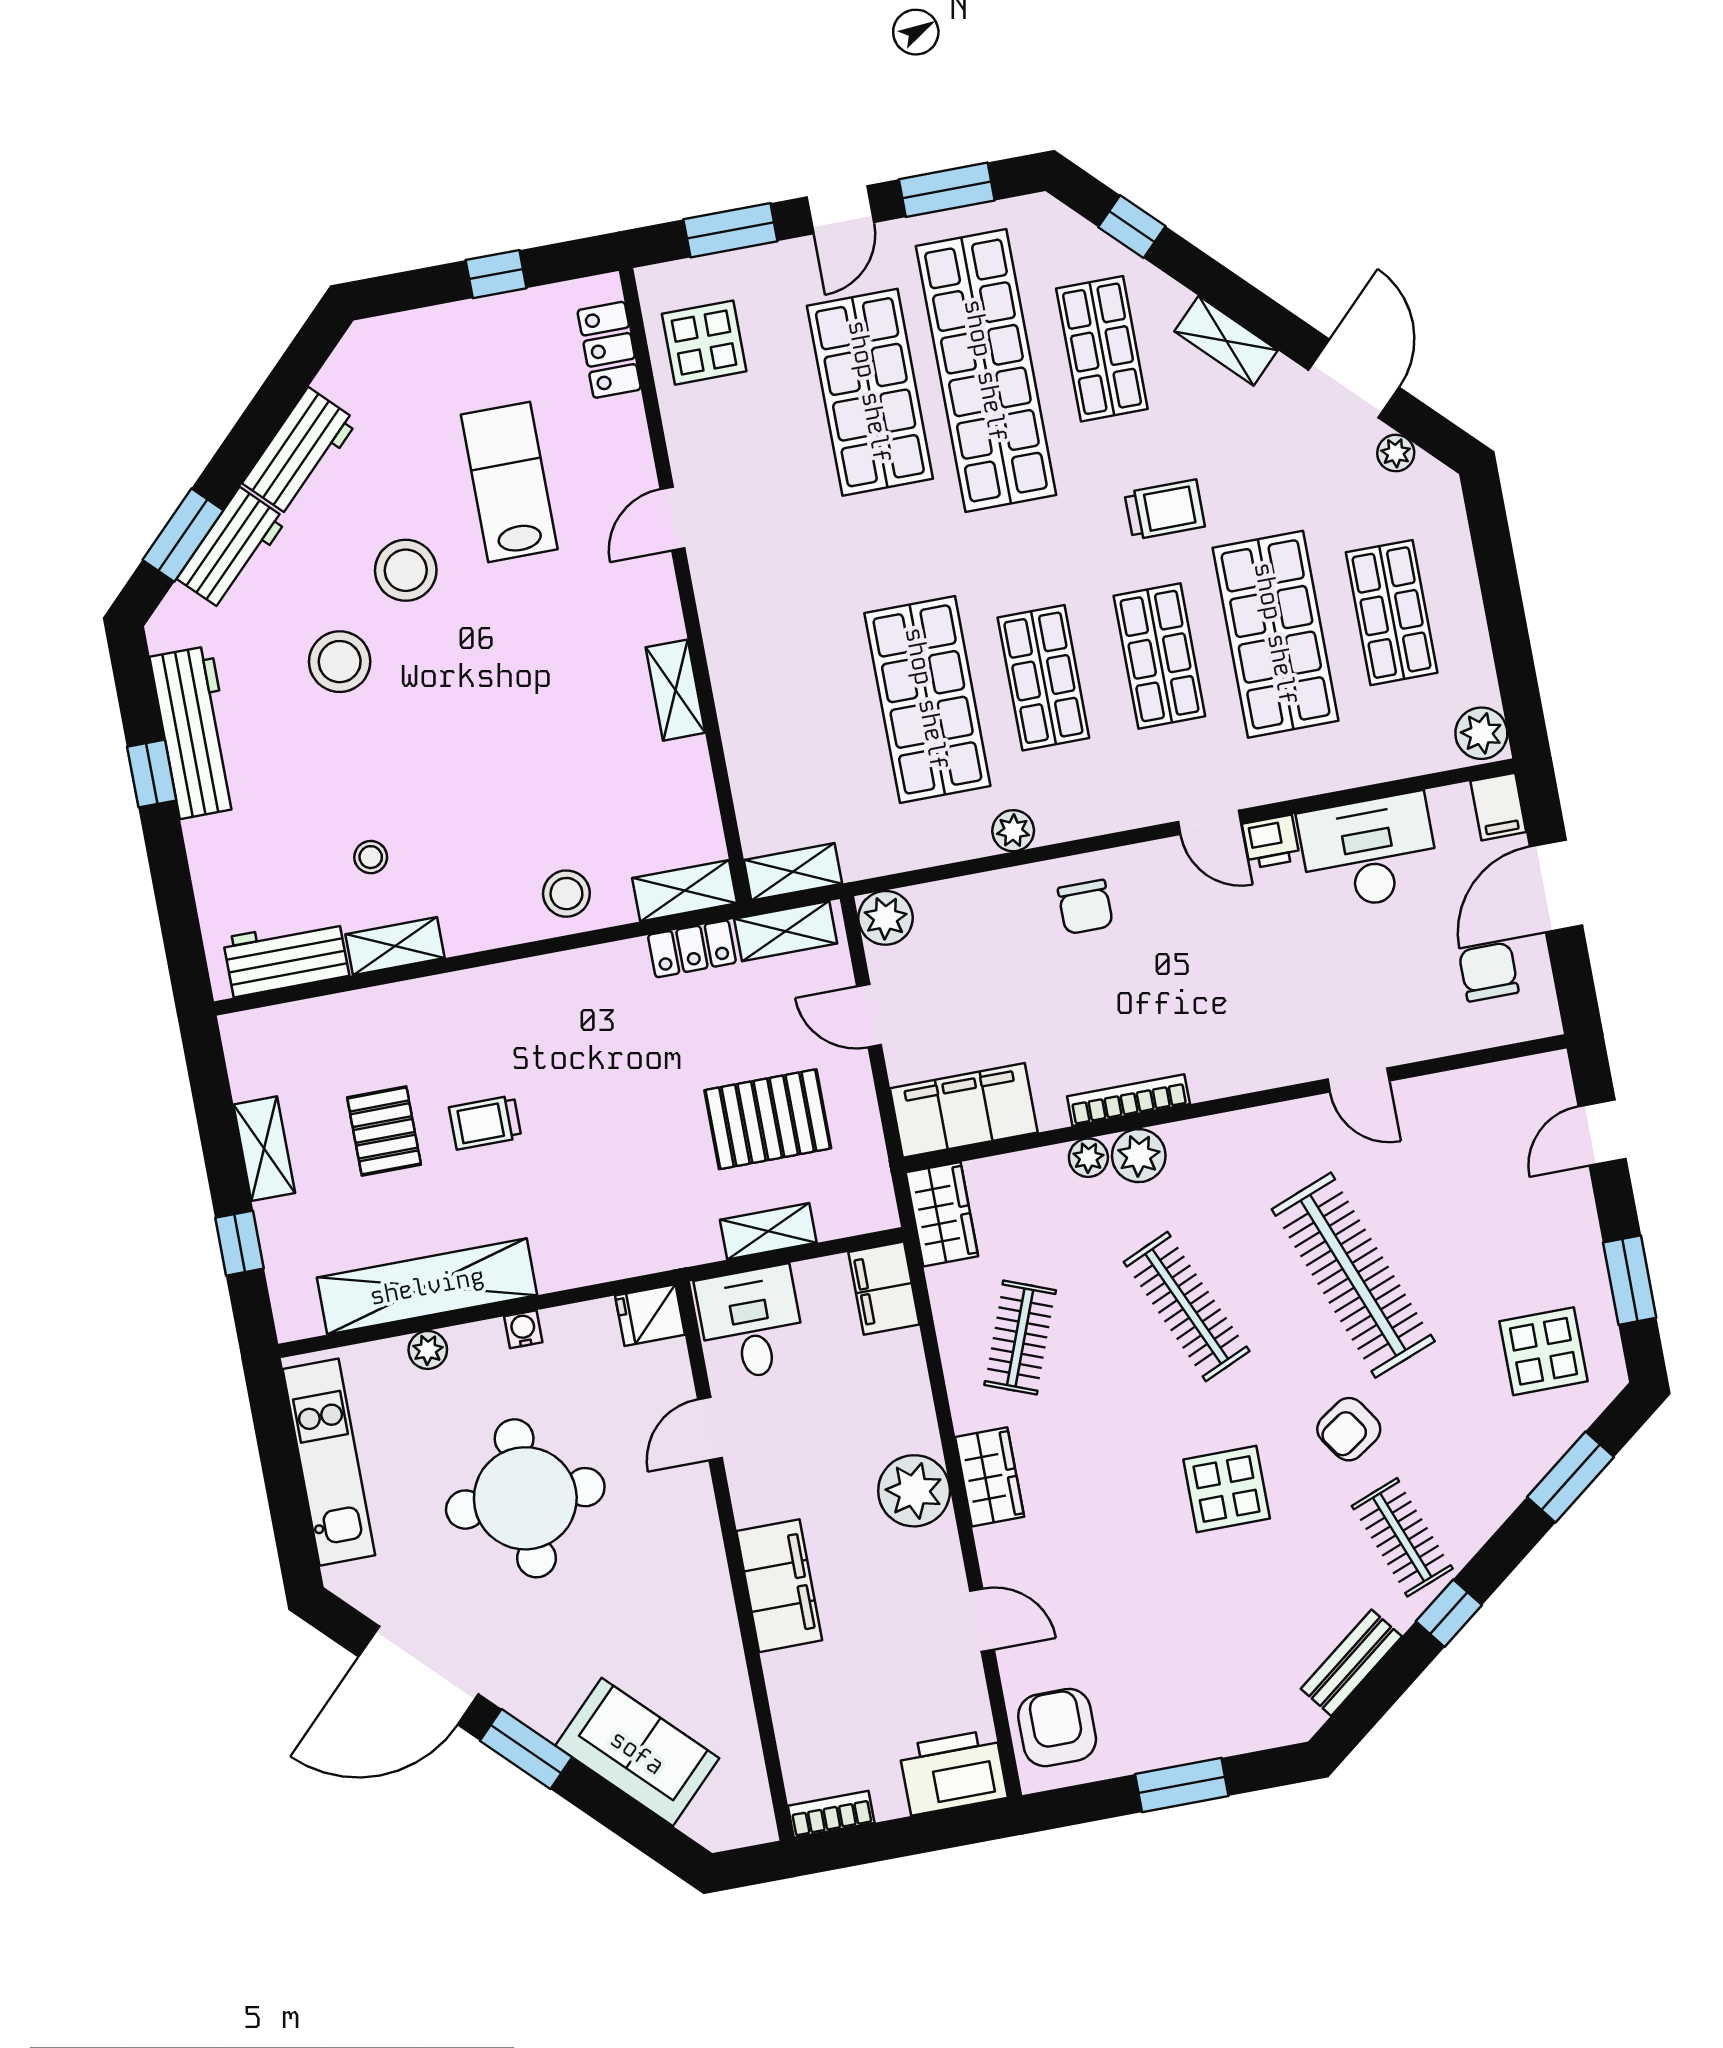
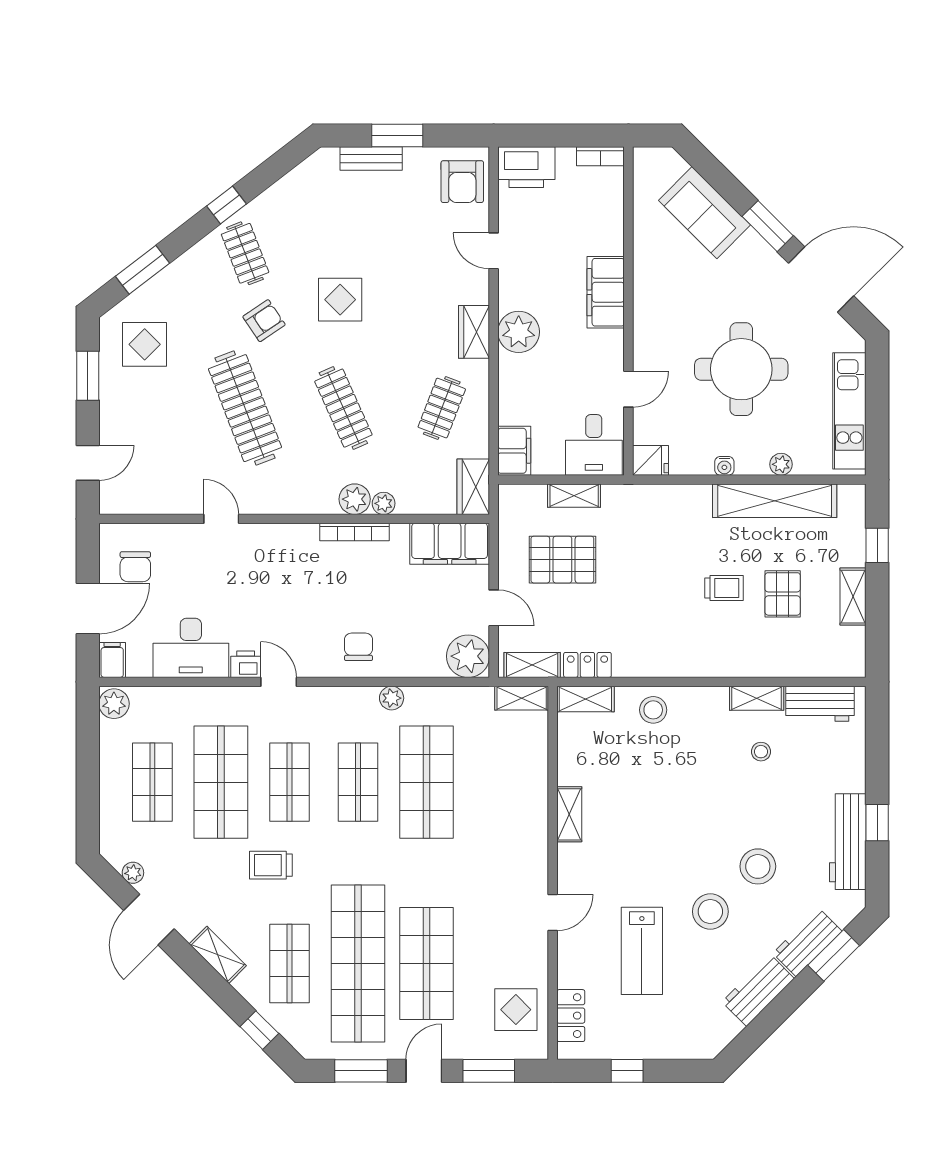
plant: (885, 918) -> (468, 656), width x1.36, depth x1.36
bench: (1351, 1663) -> (371, 159), moved, turned 38

